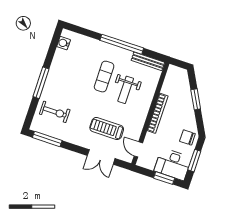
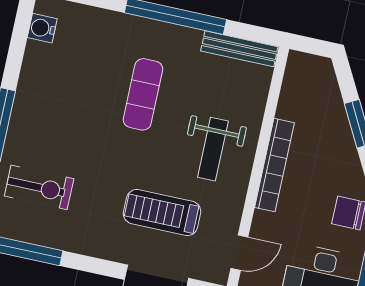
weight bench: (126, 90) -> (213, 149), moved
door: (138, 149) -> (239, 253), swing flipped

